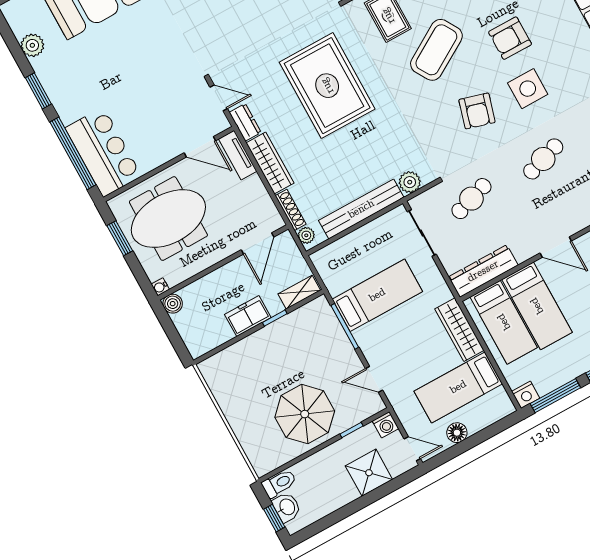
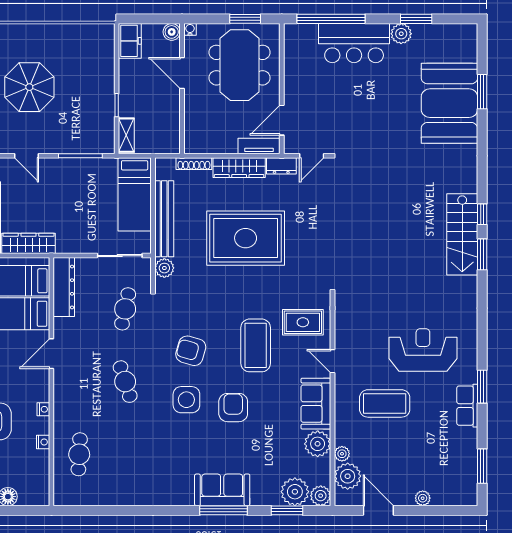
plant: (32, 45) -> (401, 34), moved
coffee table: (436, 50) -> (256, 345), turned 31
rug: (327, 86) -> (246, 238), moved
window: (38, 91) -> (416, 19), moved
bar counter: (103, 152) -> (354, 43), moved
cafe table: (471, 199) -> (125, 309), turned 30
plant: (306, 235) -> (167, 165), removed
door: (258, 243) -> (182, 73), moved
bed: (377, 295) -> (135, 194), moved
freezer: (248, 316) -> (130, 41), moved
door: (374, 379) -> (27, 156), swing flipped

